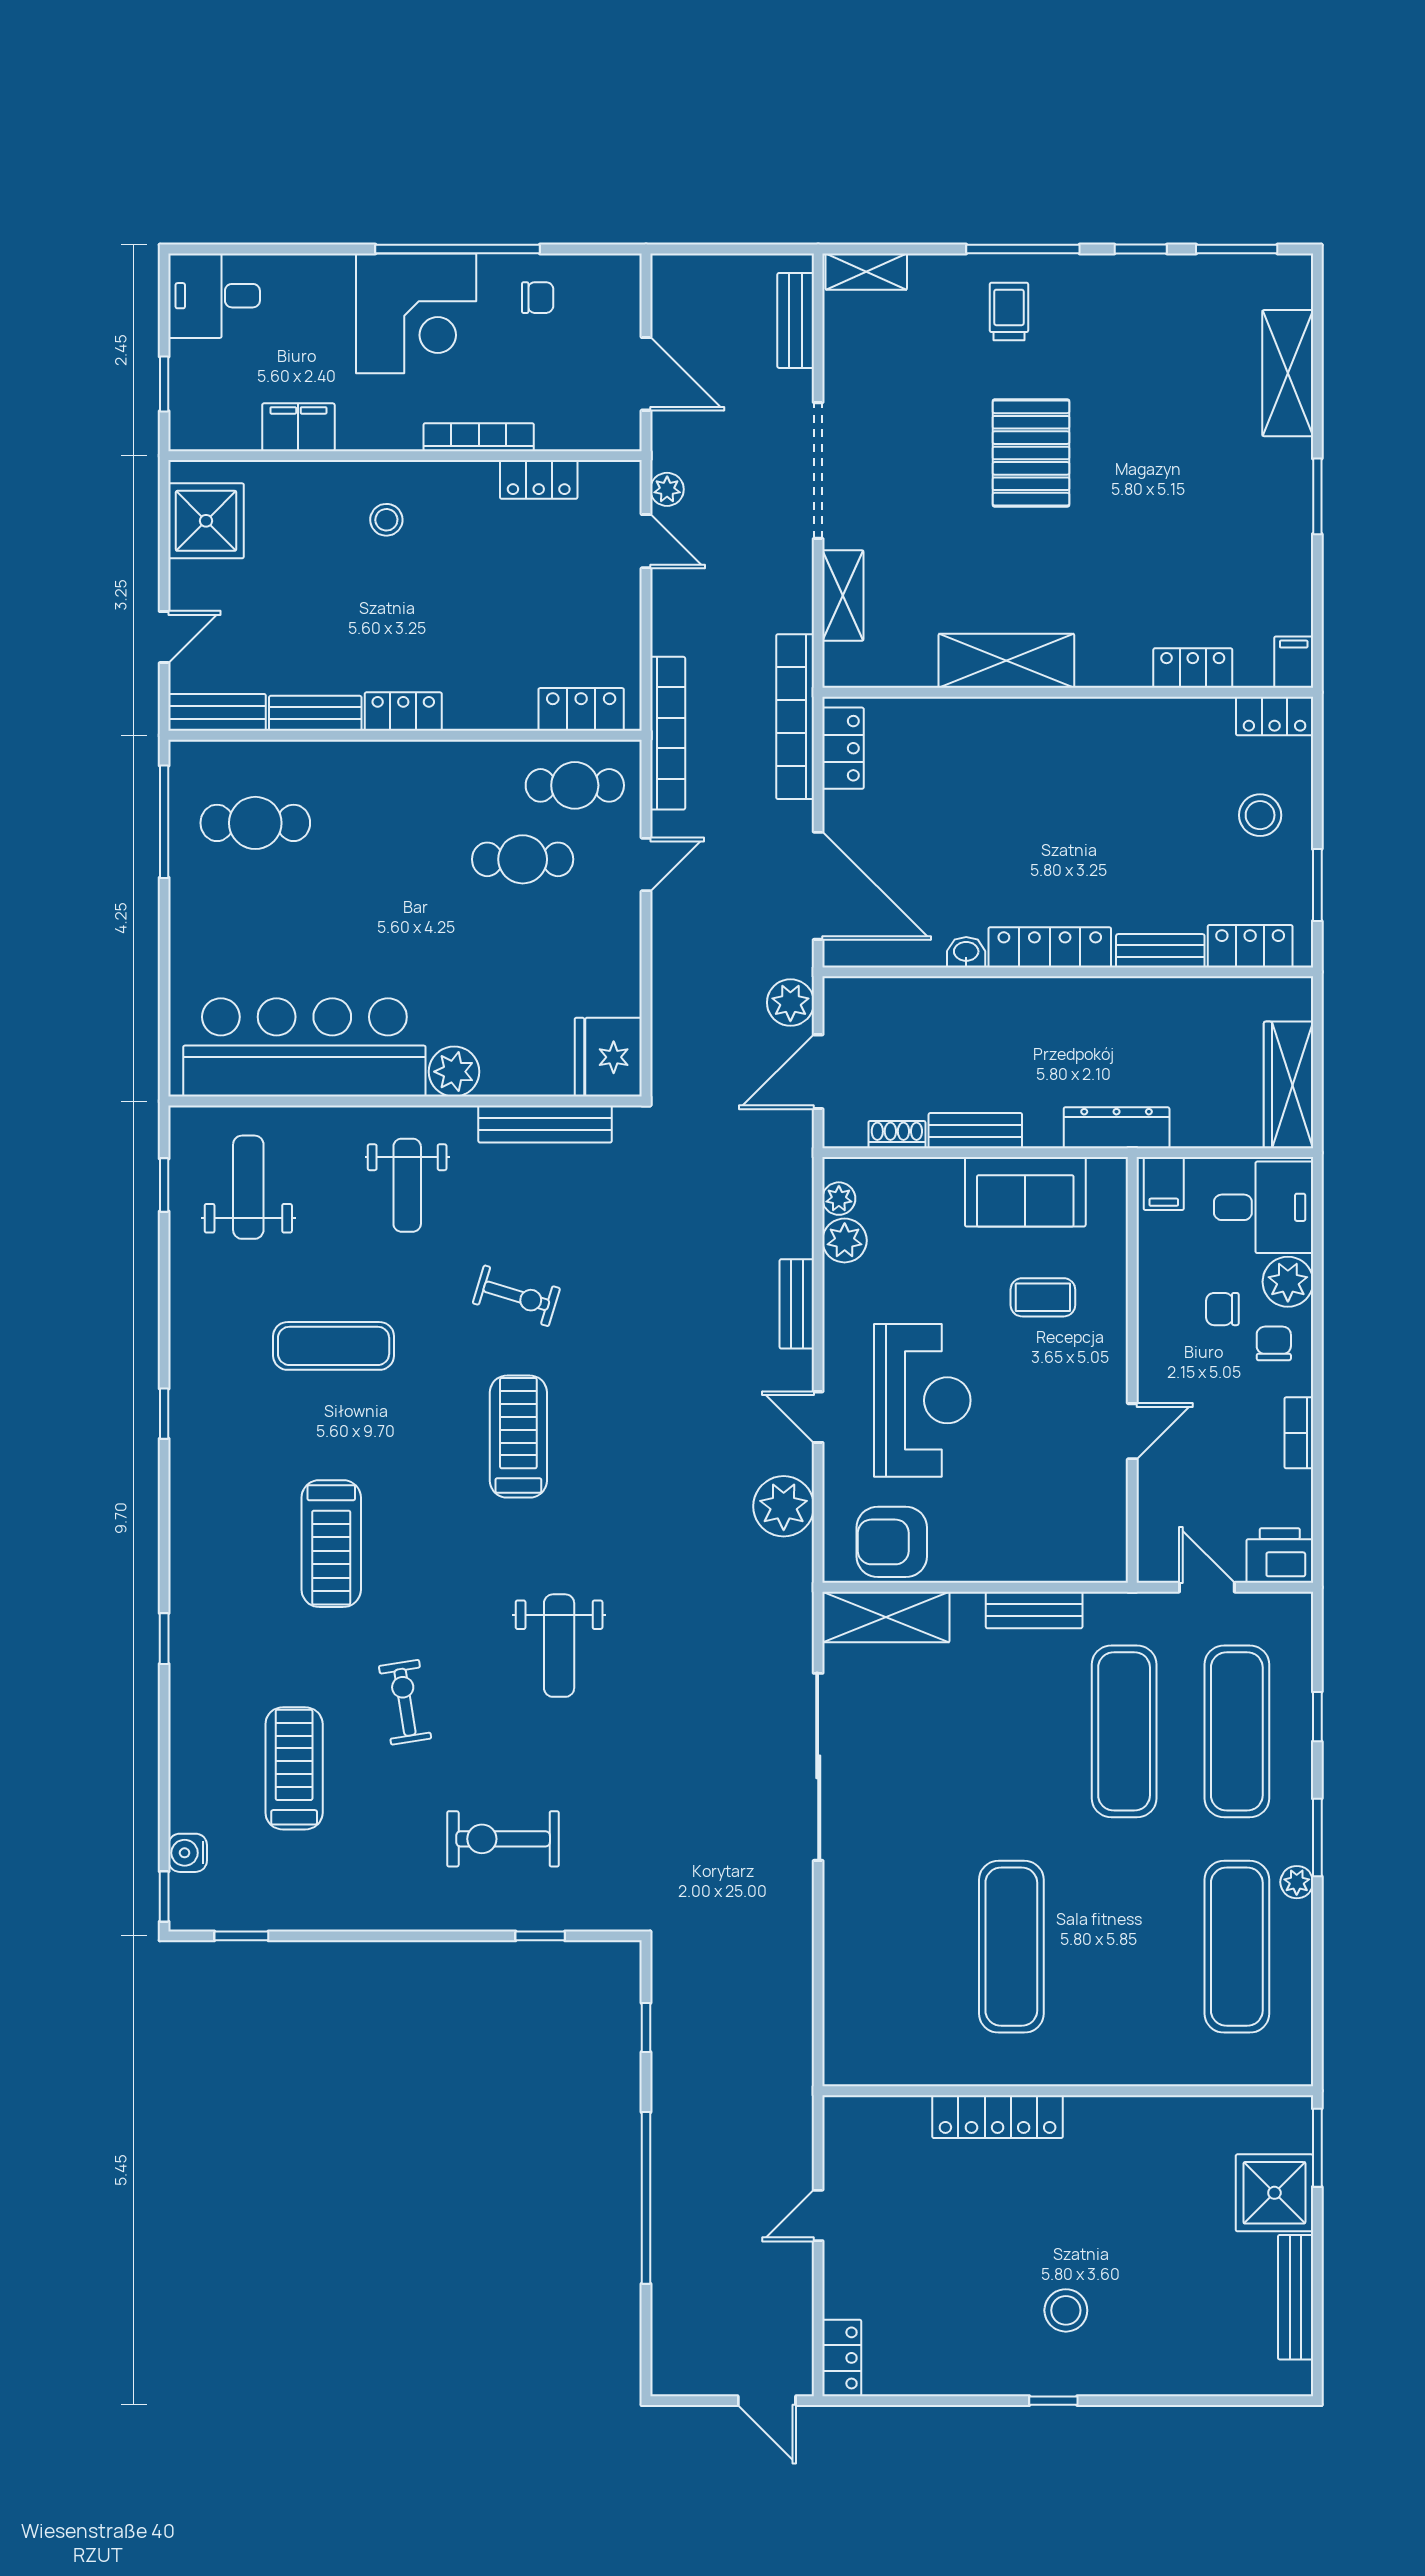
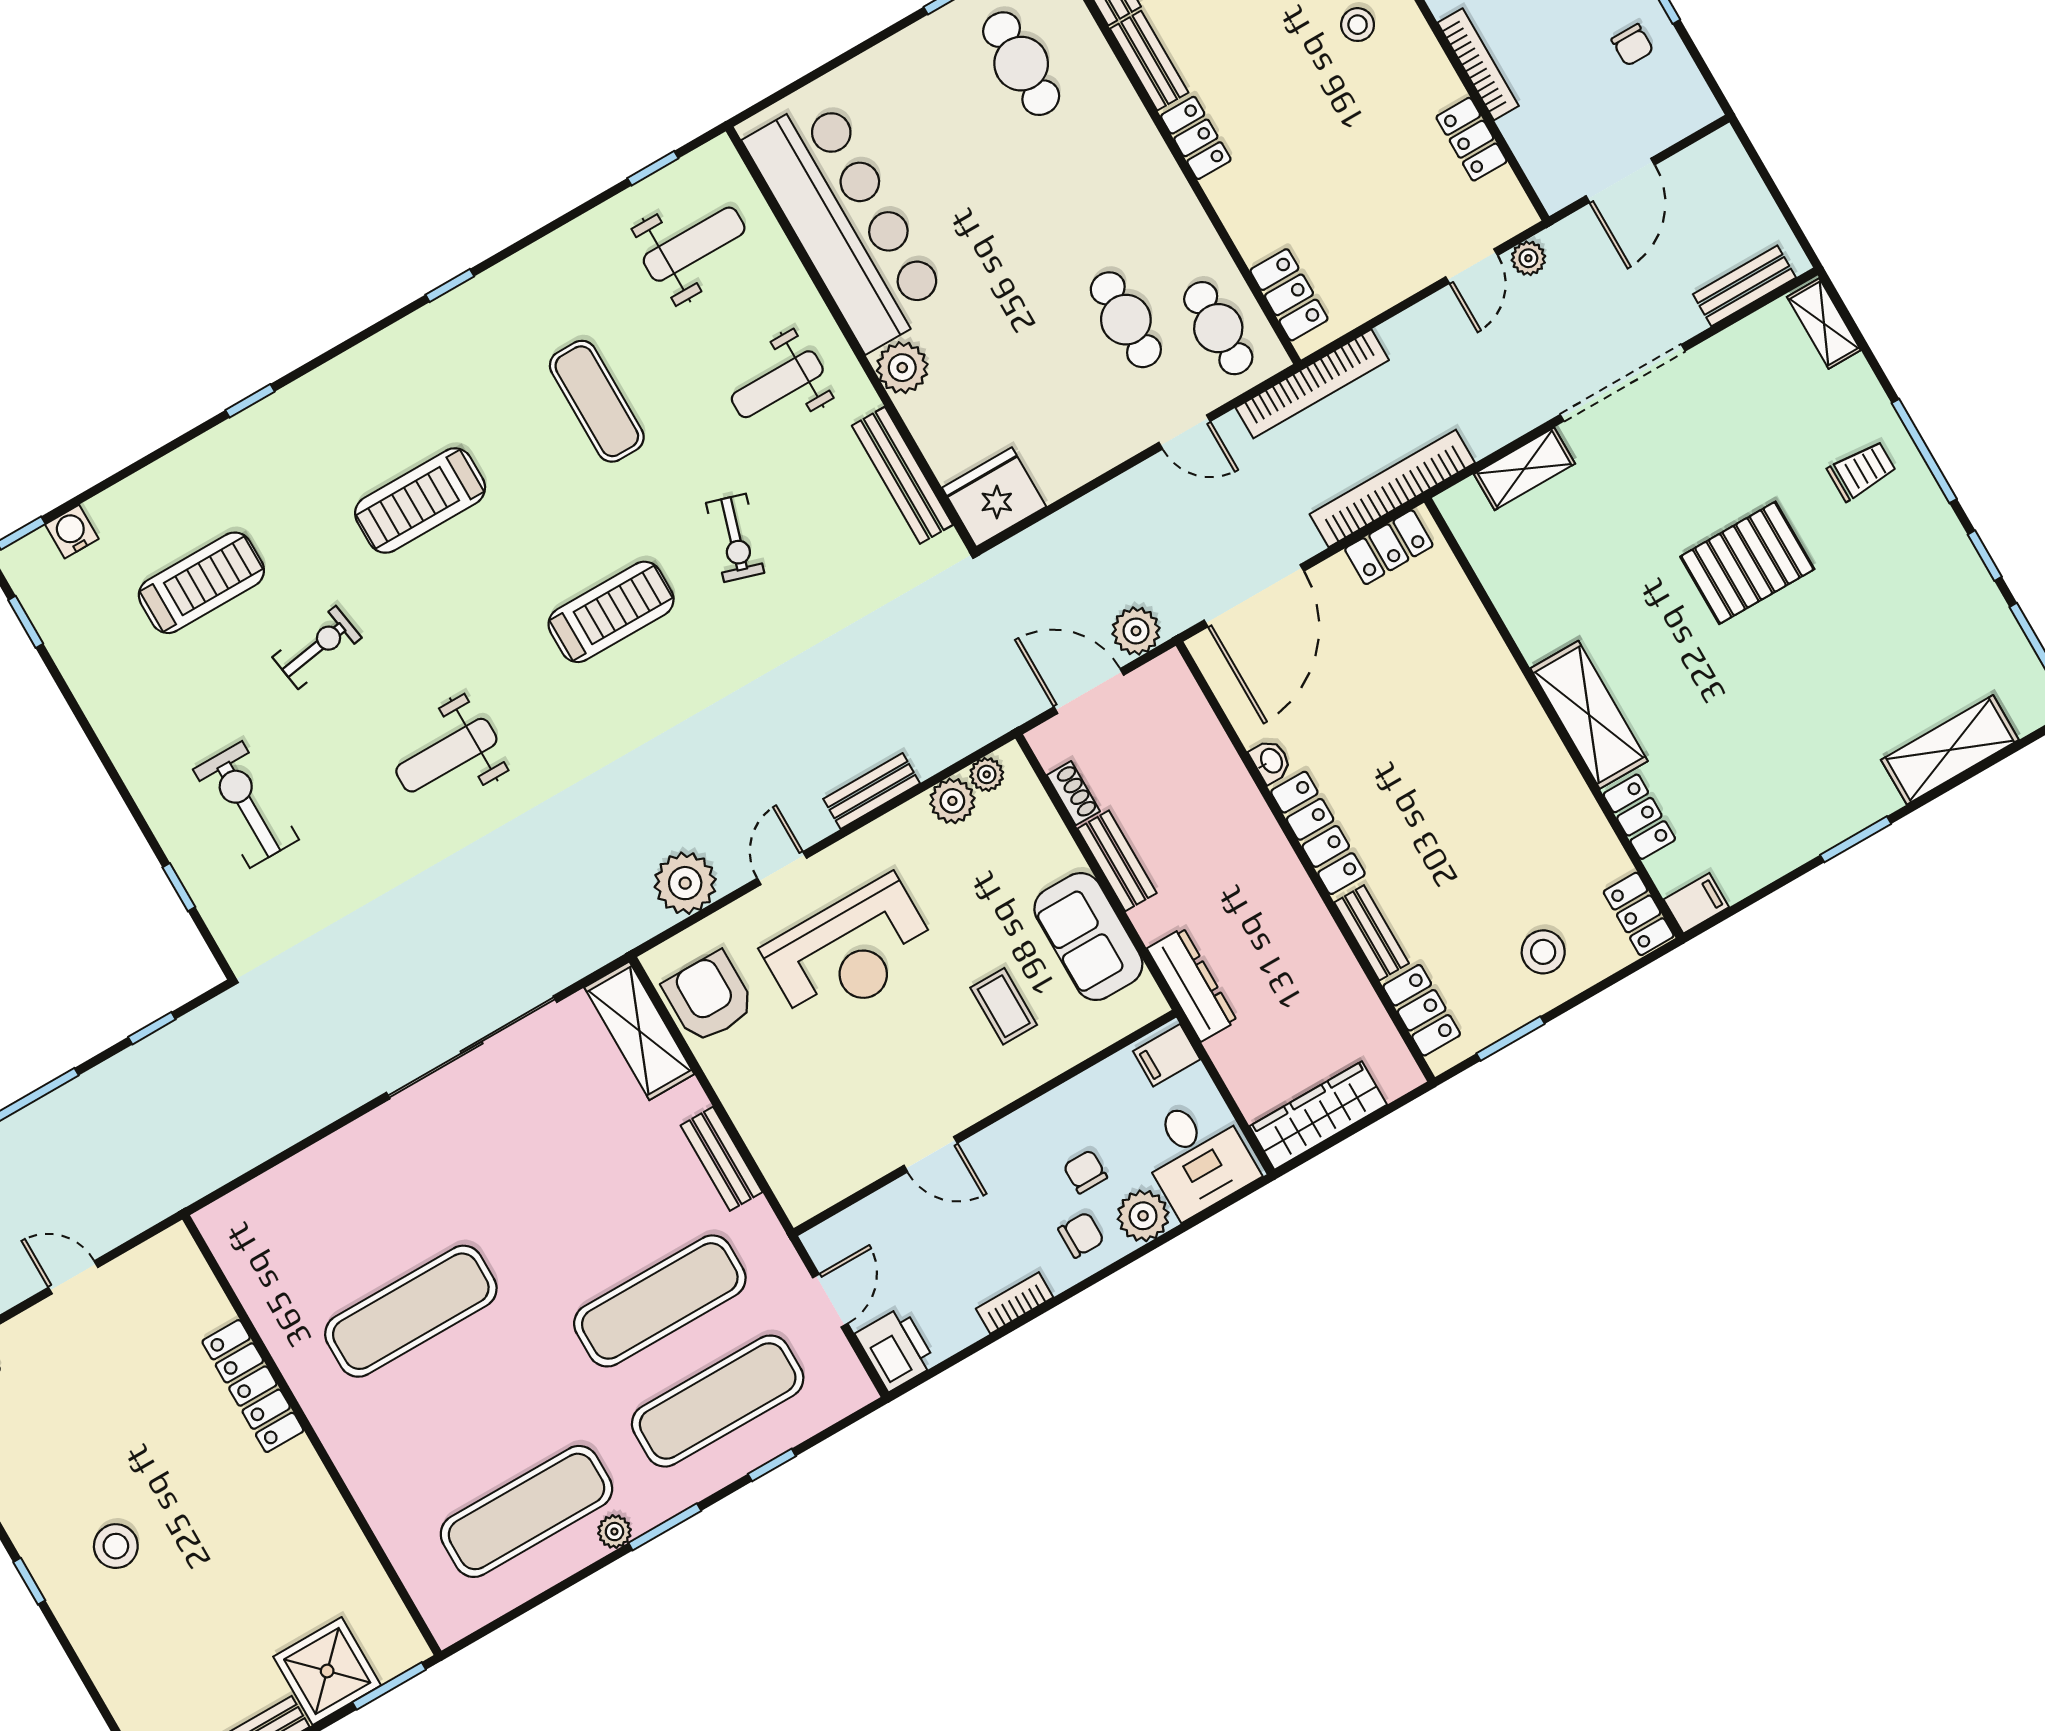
shelving: (1006, 661) -> (1589, 715), moved

